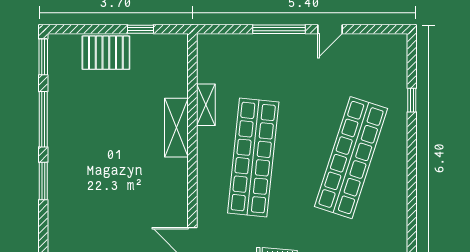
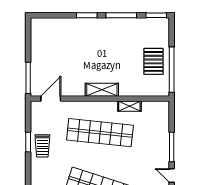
window: (140, 29) -> (172, 70), width x3.17
pallet: (106, 53) -> (153, 61), moved
shelving: (176, 128) -> (102, 90), moved

